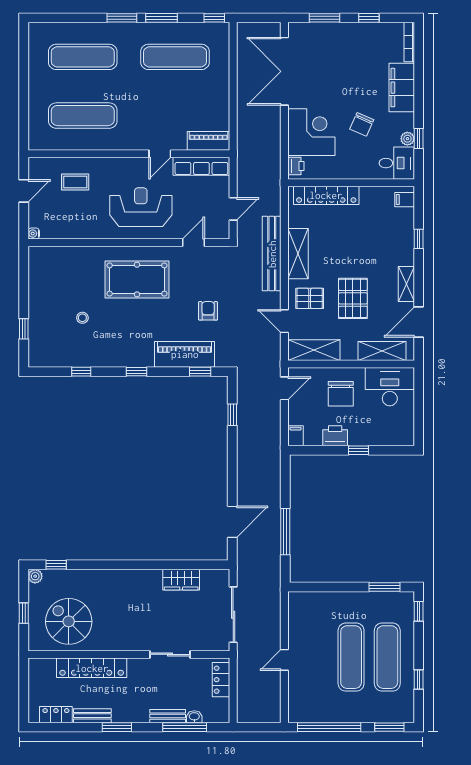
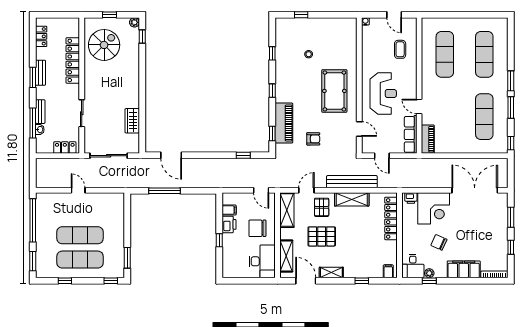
filing cabinet: (295, 436) -> (229, 210), moved
bench: (92, 716) -> (41, 73), moved

